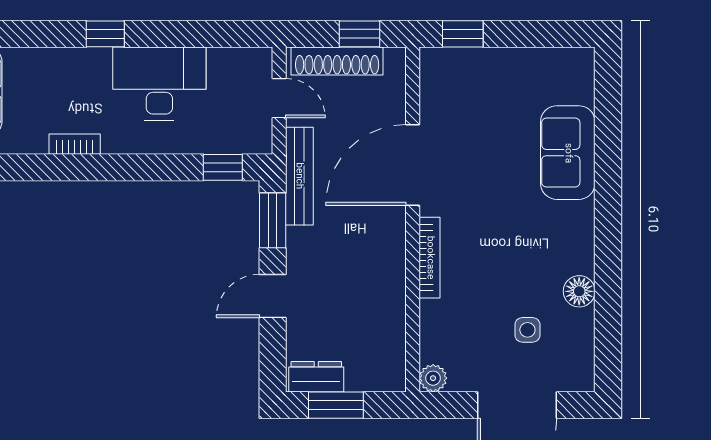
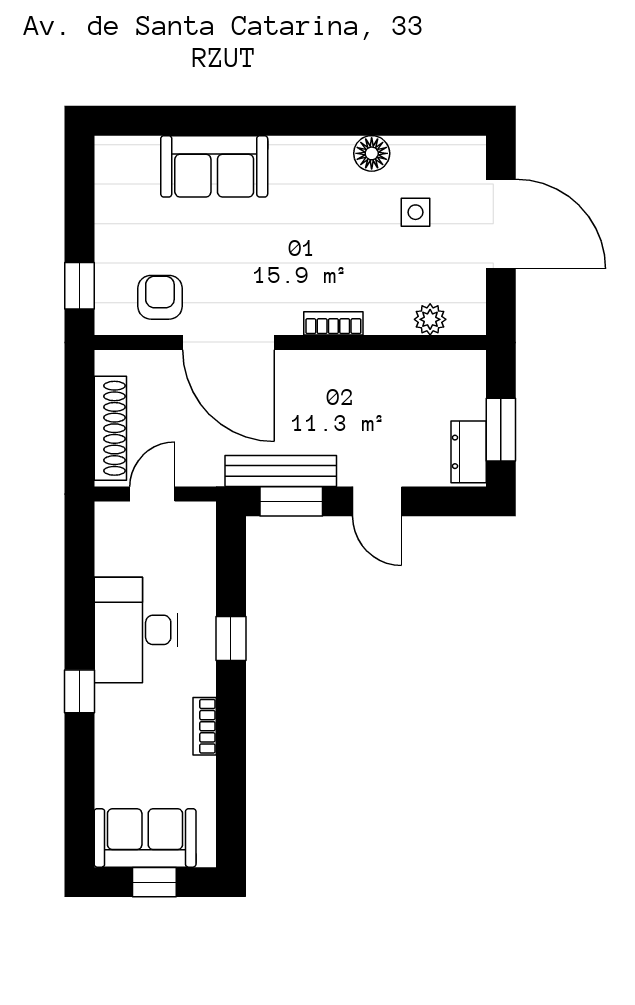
window: (359, 34) -> (79, 403), removed
armchair: (452, 105) -> (160, 297), added
window: (223, 167) -> (231, 639), moved
bench: (299, 176) -> (281, 471), moved
bookcase: (430, 258) -> (333, 323), width x0.64
plant: (433, 378) -> (430, 319), moved

